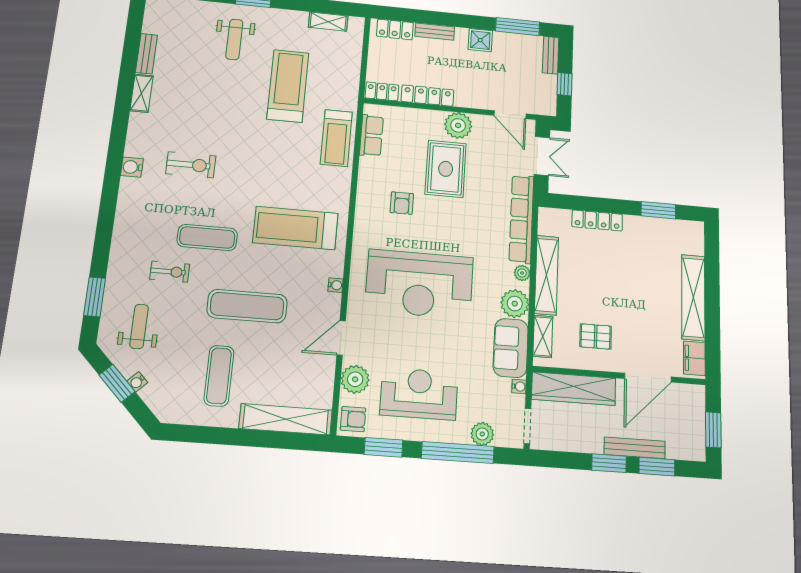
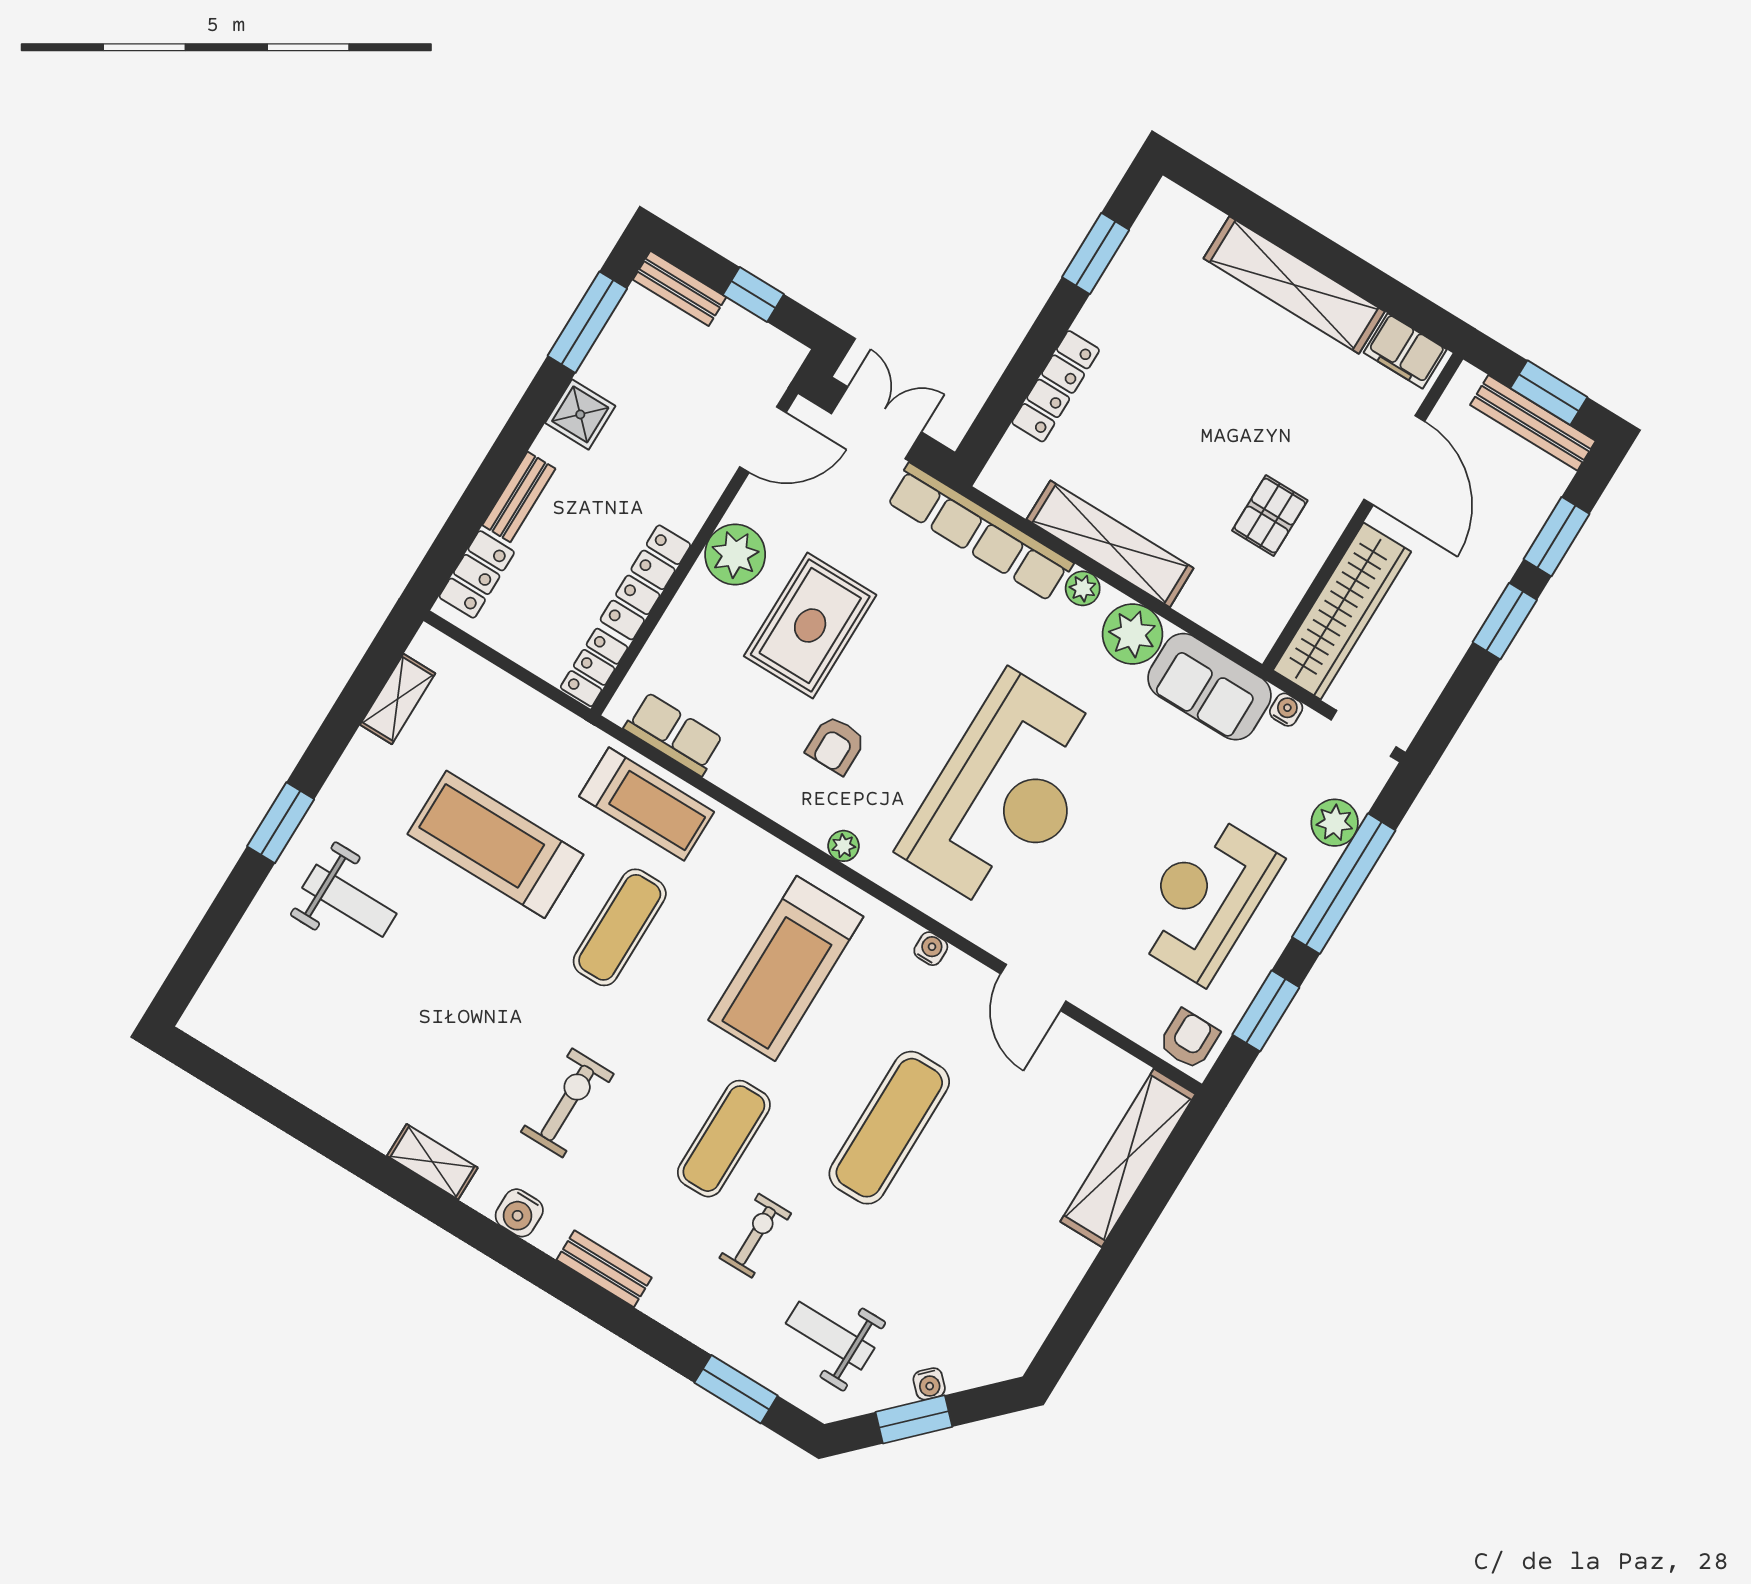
bench: (146, 54) -> (604, 1269), moved
shelving: (142, 93) -> (432, 1162), moved
rug: (446, 169) -> (810, 625), turned 90
armchair: (402, 203) -> (836, 745), turned 90
shelving: (543, 336) -> (1219, 615), removed
exercise mat: (219, 376) -> (620, 927), moved, turned 90
plant: (355, 379) -> (843, 846), moved, width x0.53, depth x0.53
bench: (635, 448) -> (1533, 423), moved, turned 90

